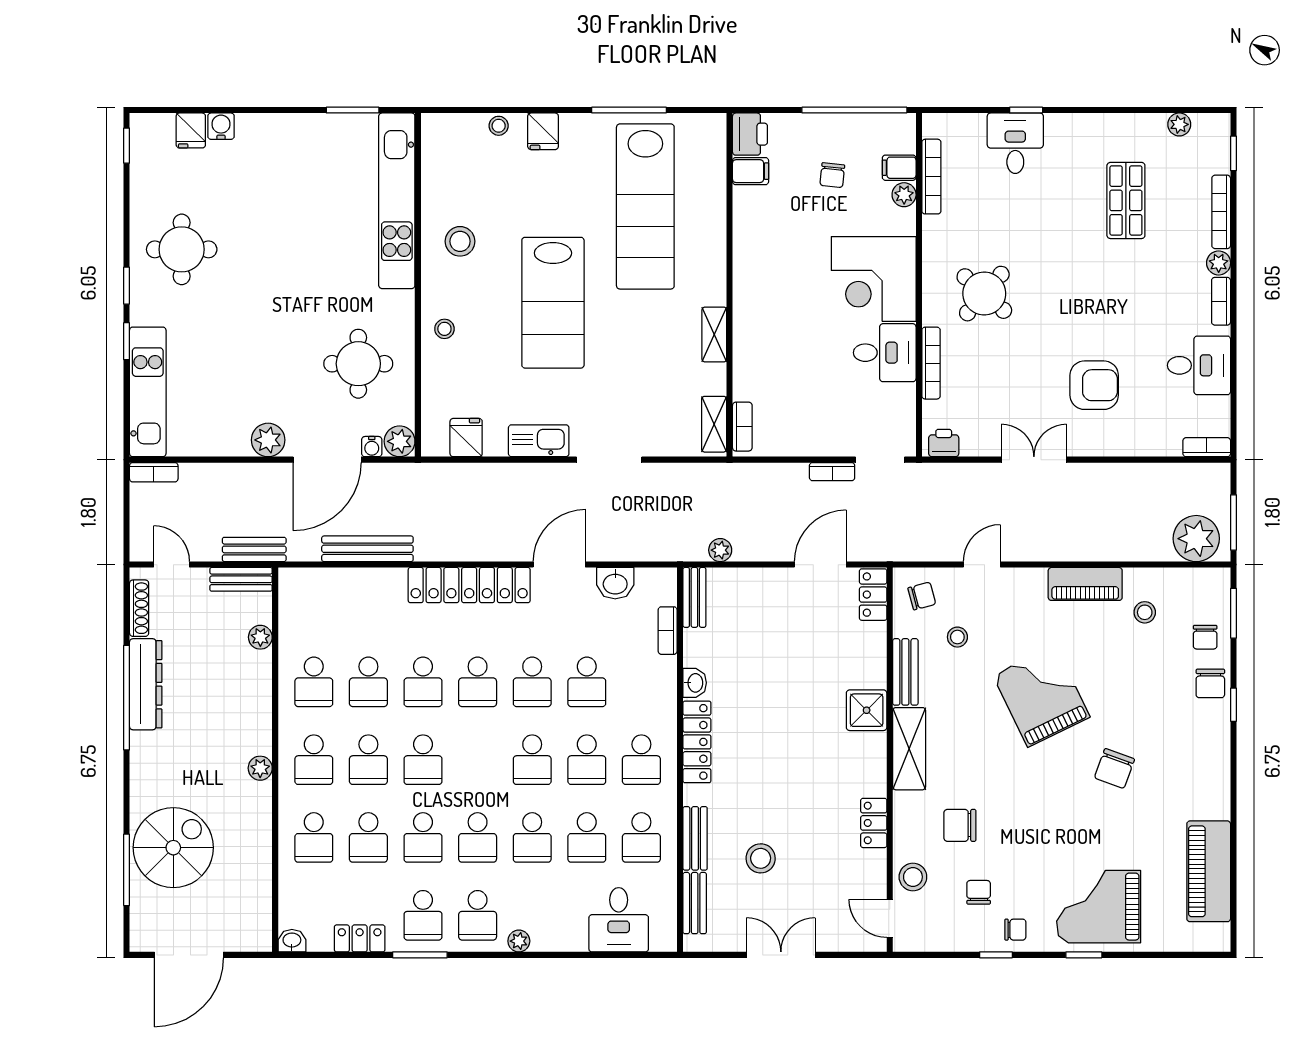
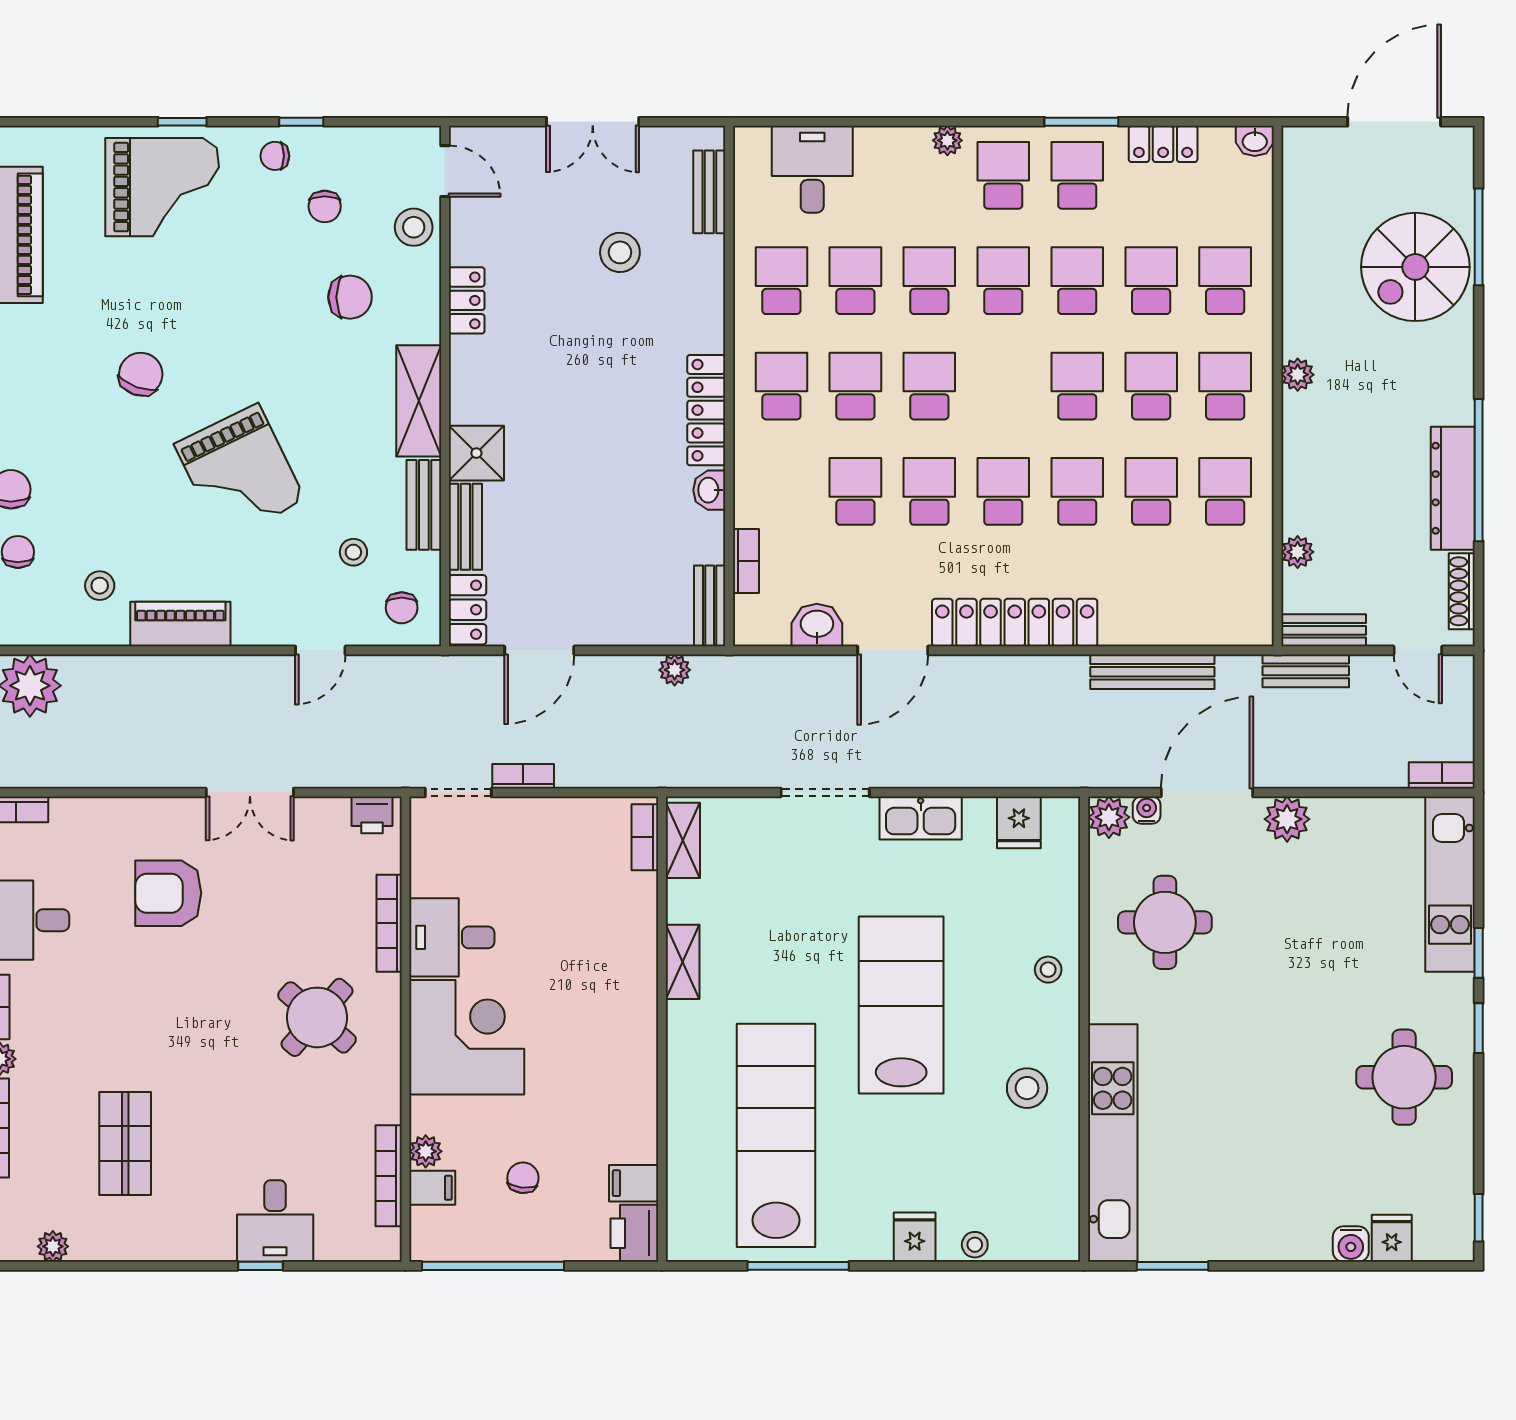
chair: (922, 596) -> (402, 608), turned -75
bench: (695, 838) -> (465, 527), moved

